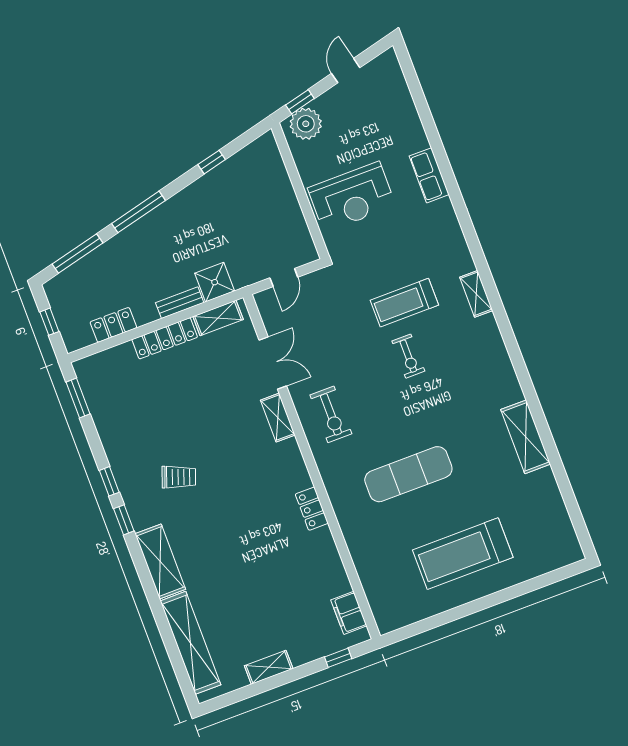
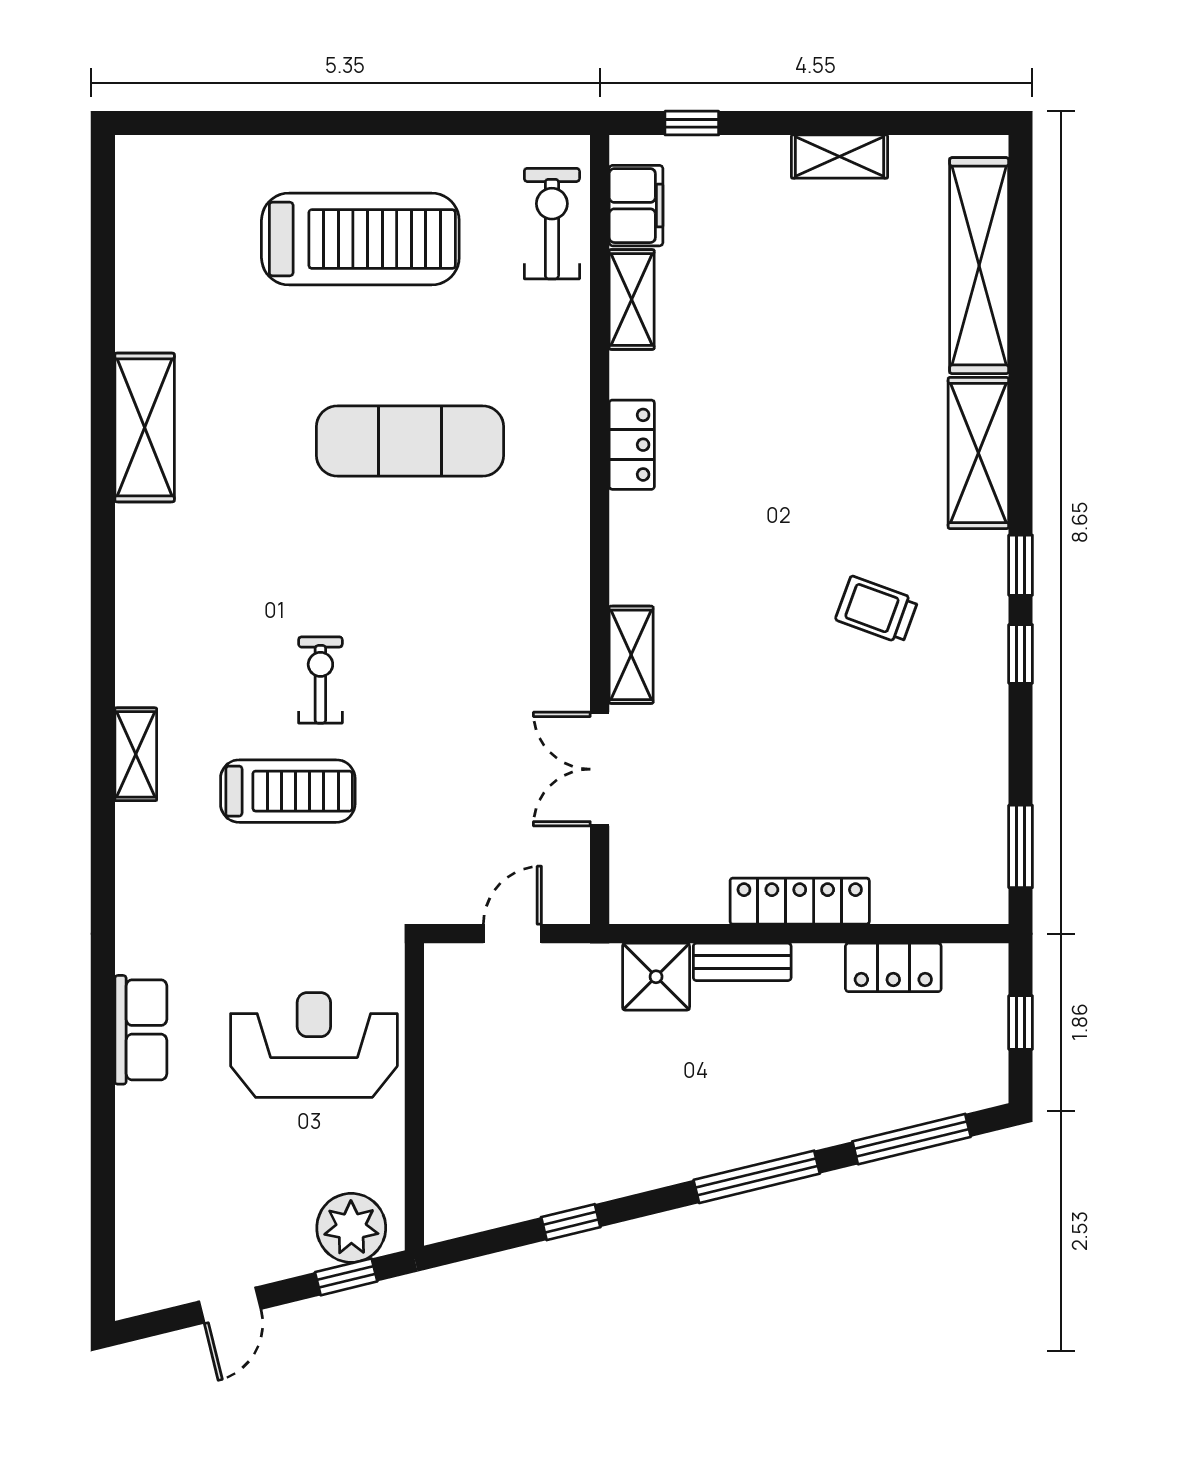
shelving: (218, 318) -> (632, 299), moved, turned 90
exercise bike: (331, 414) -> (552, 224), moved

